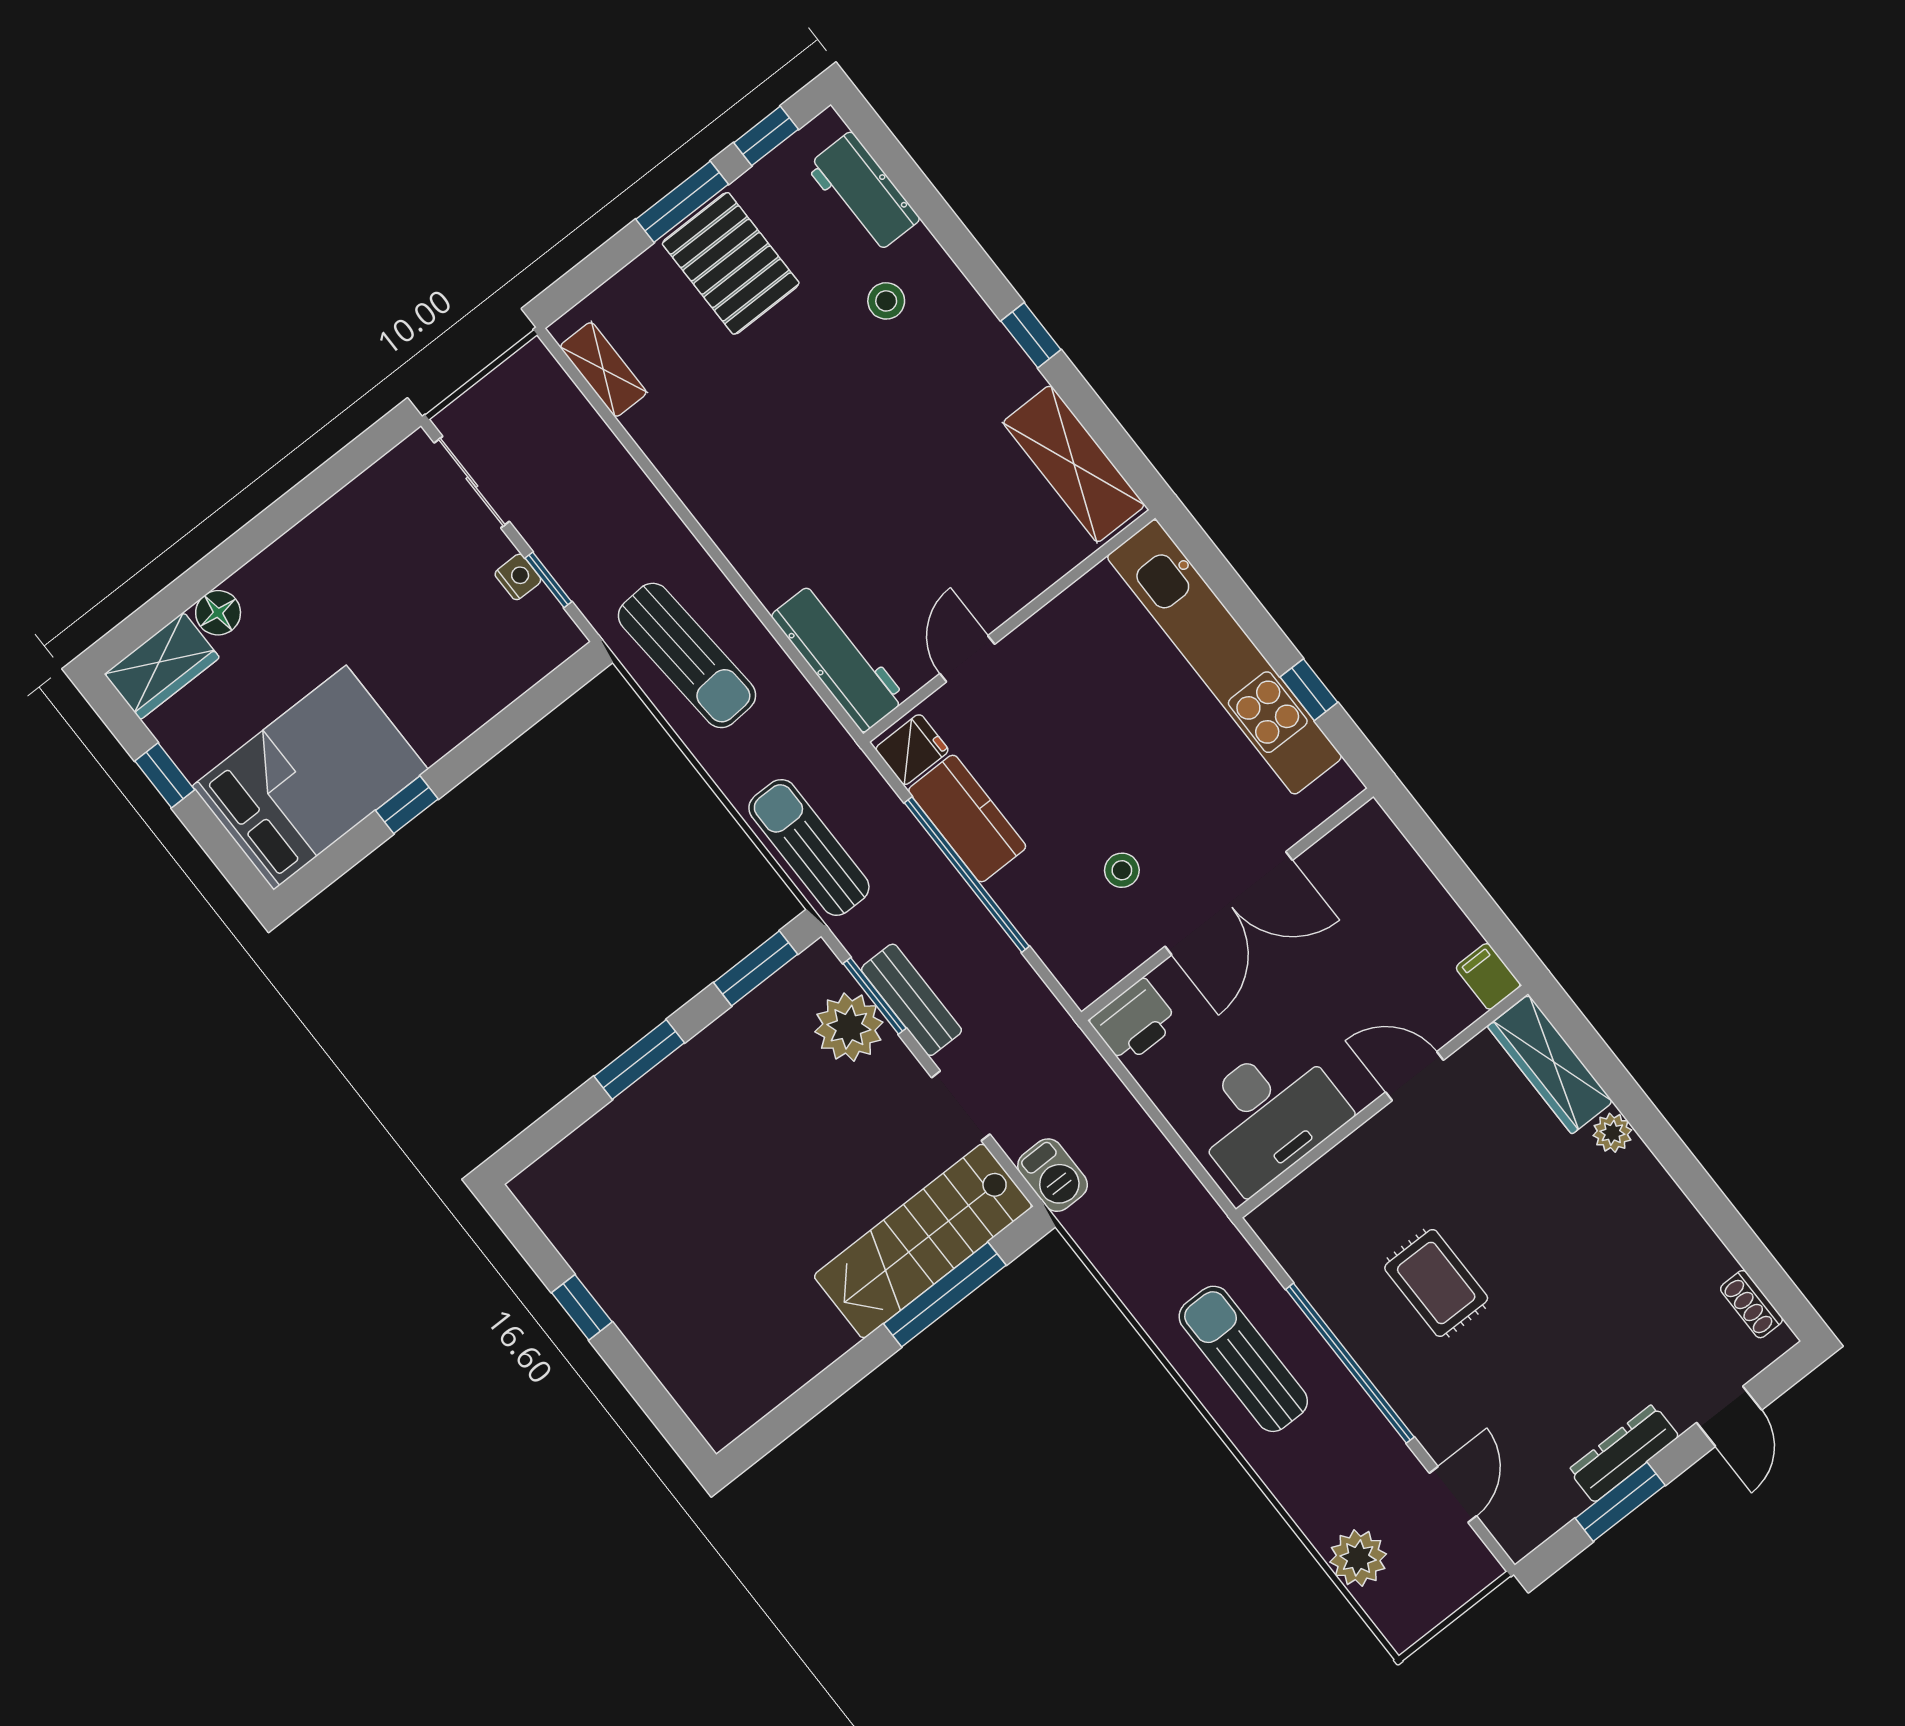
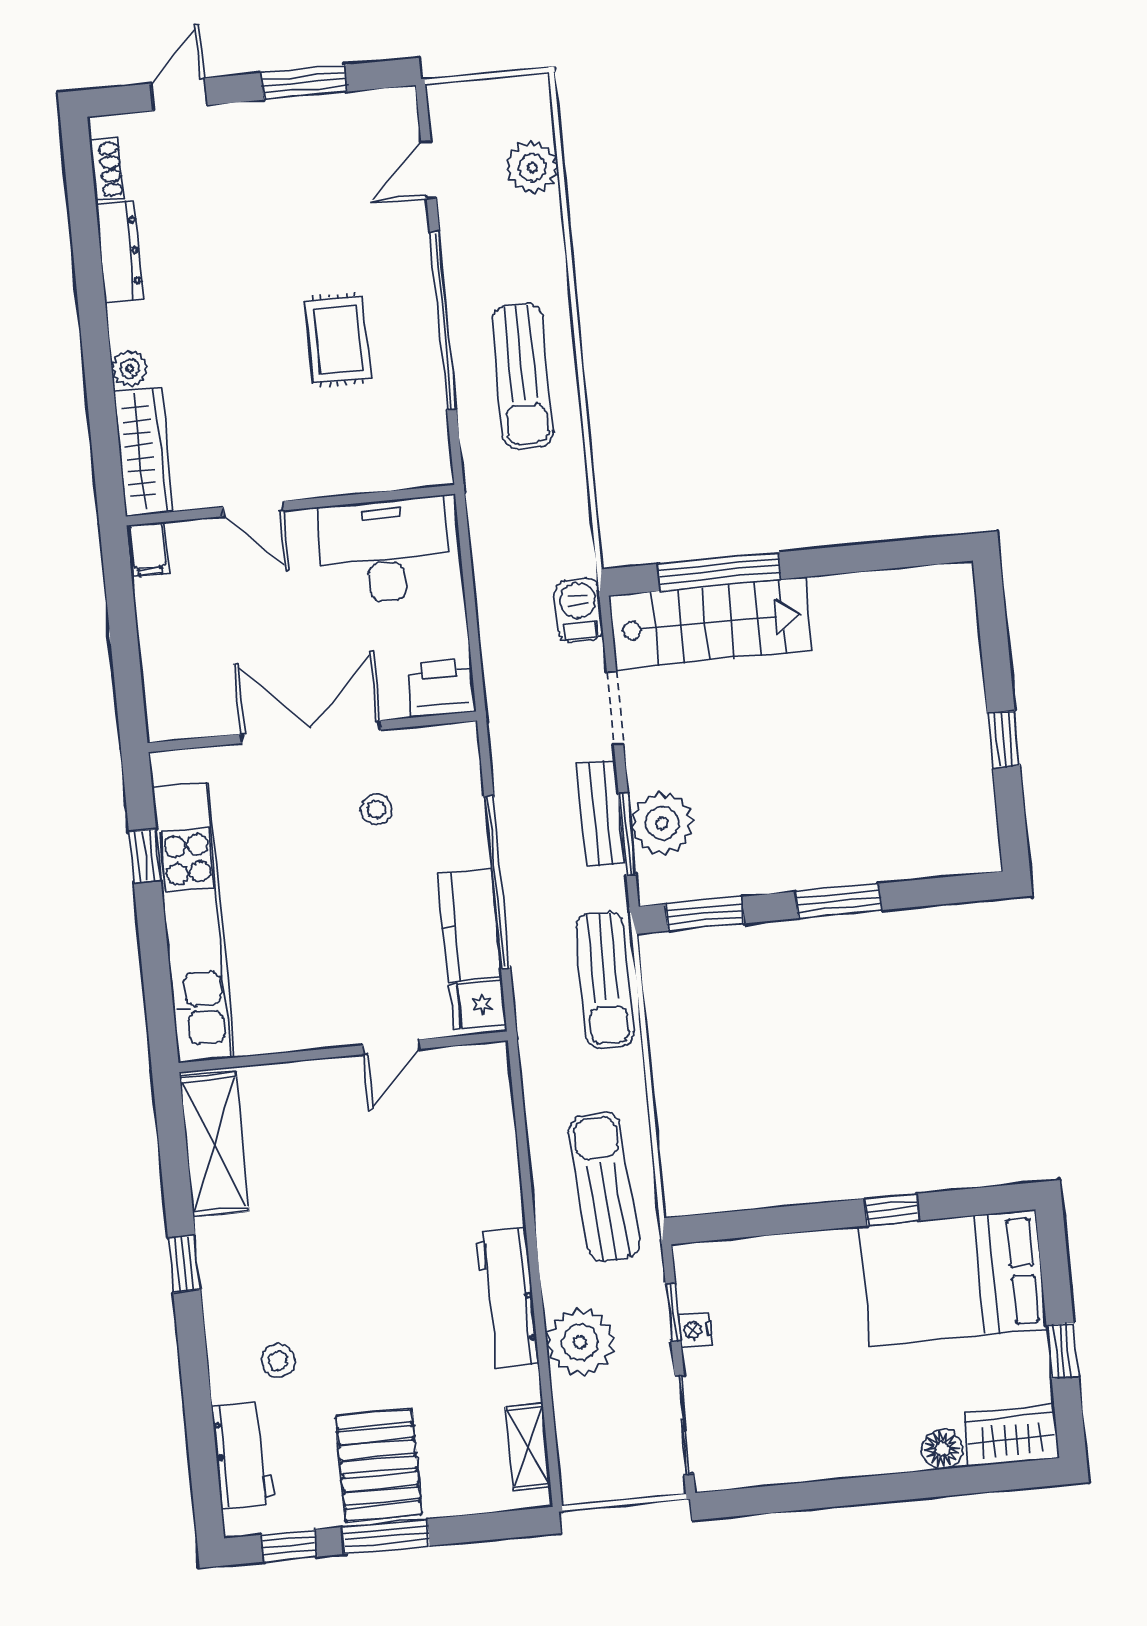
plant: (617, 497) -> (580, 1342), added
workbench: (839, 657) -> (507, 1298), moved
dresser: (1624, 1453) -> (120, 252), moved, turned -90

